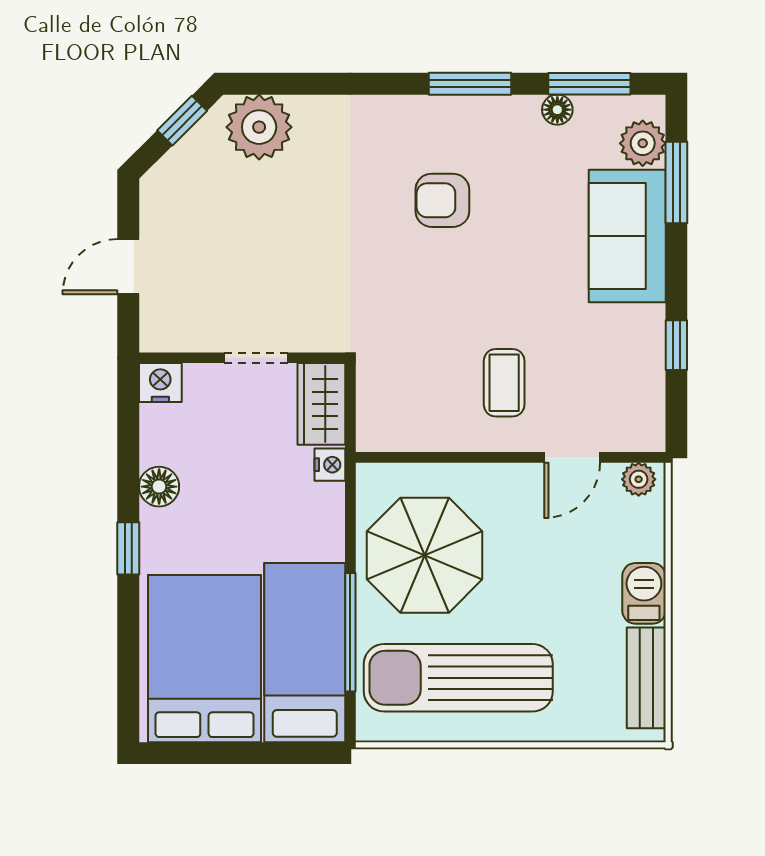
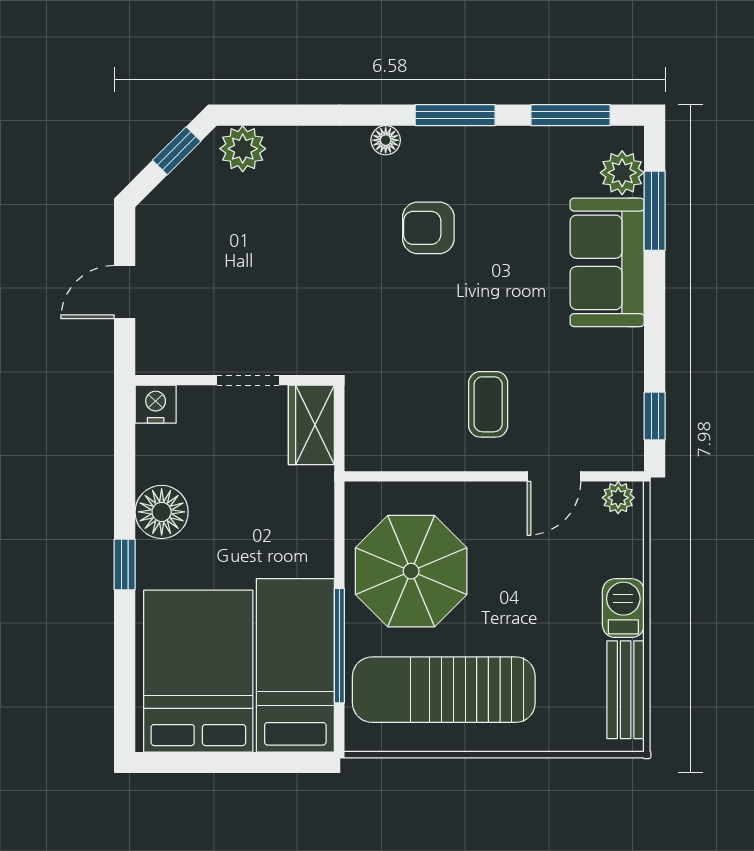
floor lamp: (557, 110) -> (386, 140), moved
plant: (259, 127) -> (243, 149), width x0.73, depth x0.73
window: (676, 345) -> (655, 416), moved
nightstand: (330, 465) -> (320, 484), removed
floor lamp: (159, 487) -> (162, 512), width x1.38, depth x1.38

